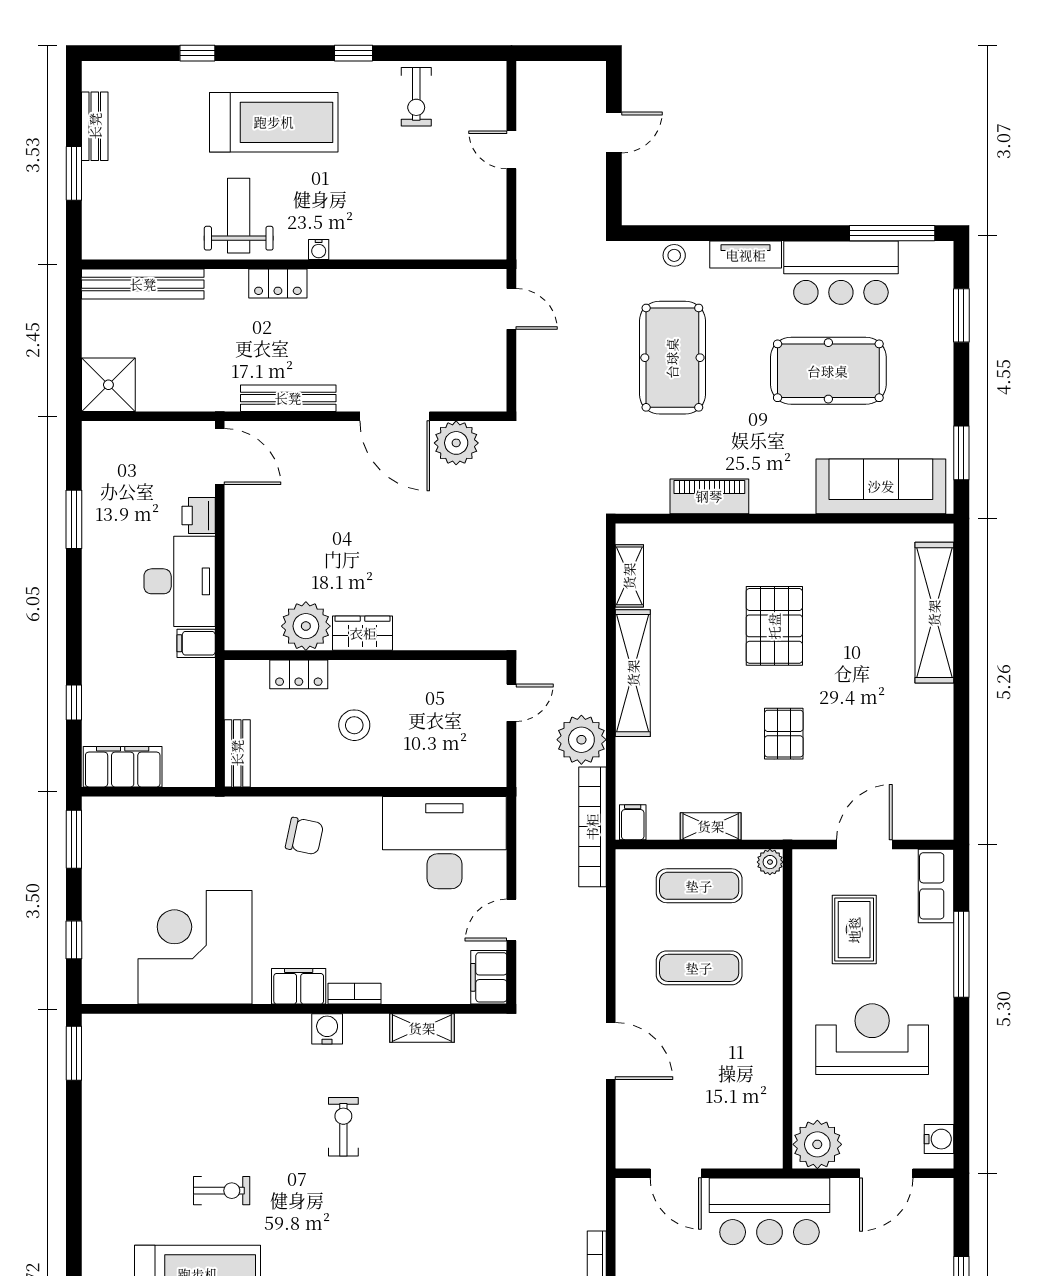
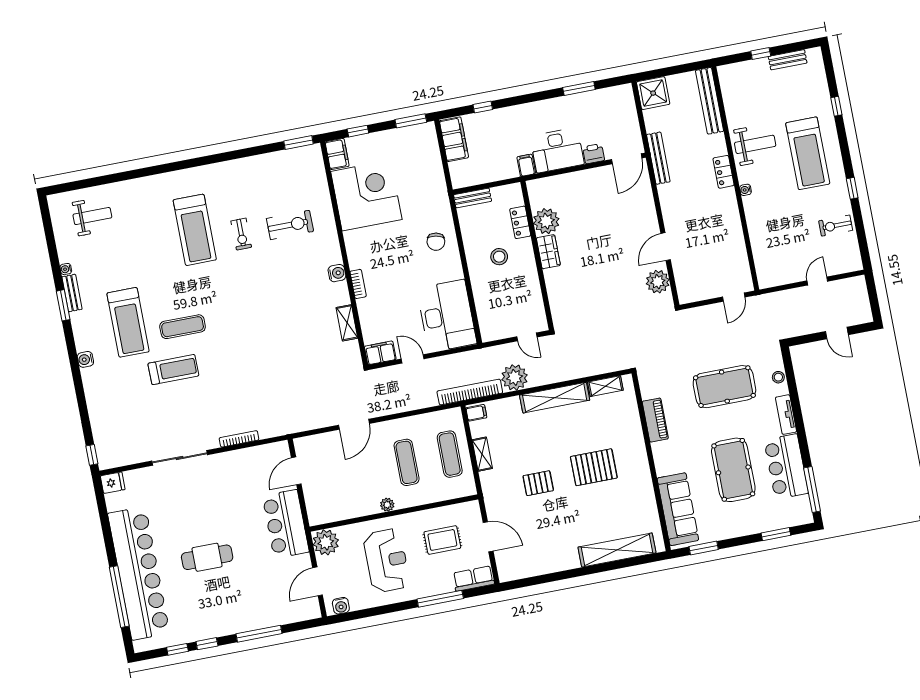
window: (74, 173) -> (761, 54), width x0.67
bench: (288, 398) -> (658, 158), moved
door: (395, 416) -> (666, 247), width x0.73
plant: (770, 862) -> (387, 505), moved
filing cabinet: (299, 986) -> (337, 154), moved
exercise bike: (343, 1127) -> (290, 225), moved, width x1.38, depth x1.39
door: (886, 1173) -> (318, 581), hinge flipped

